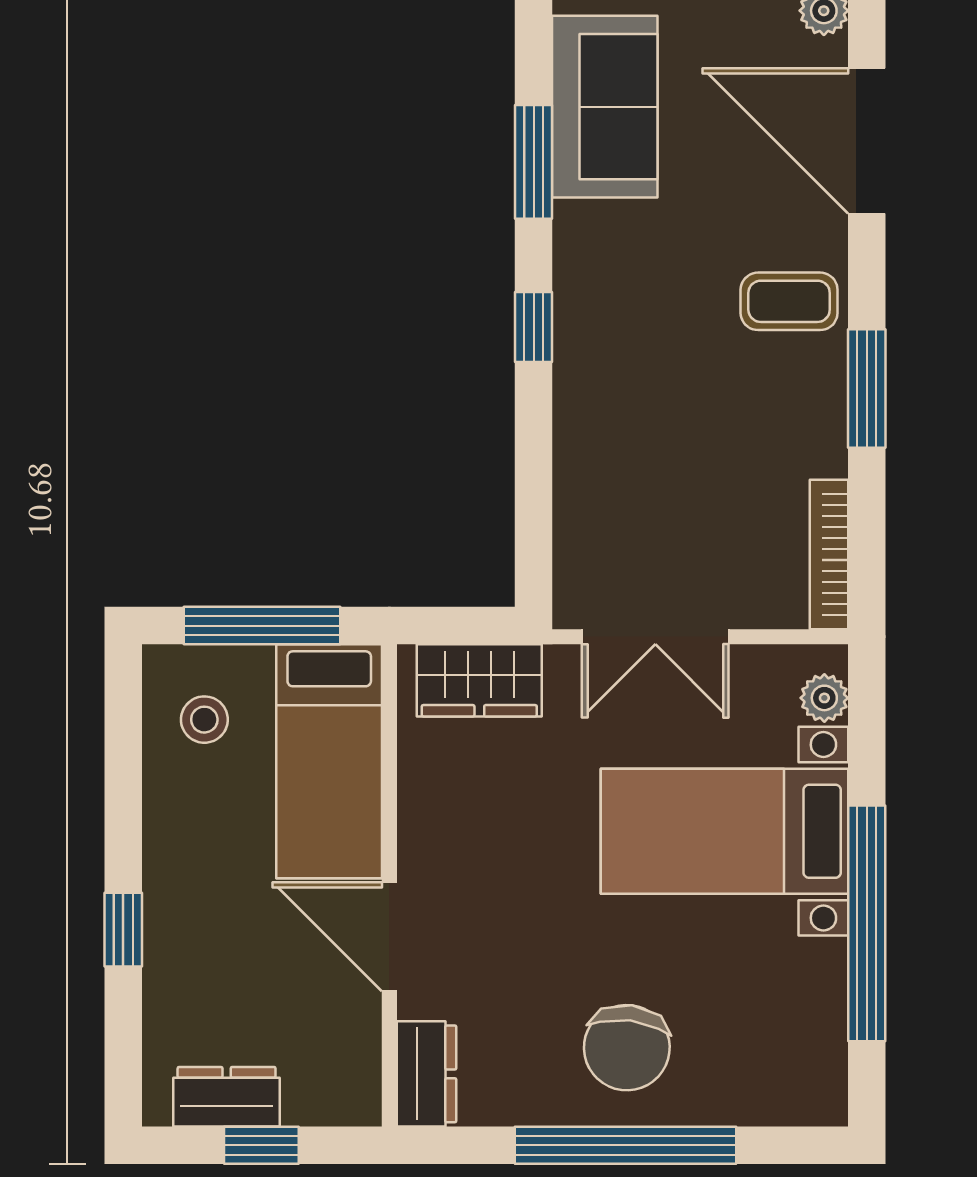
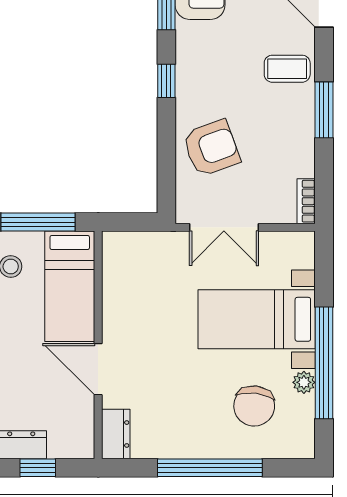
armchair: (629, 469) -> (211, 148), added
bookcase: (829, 554) -> (306, 201), width x0.64
wardrobe: (479, 680) -> (141, 248), removed
plant: (824, 698) -> (304, 382), moved
chair: (627, 1048) -> (254, 406), moved

